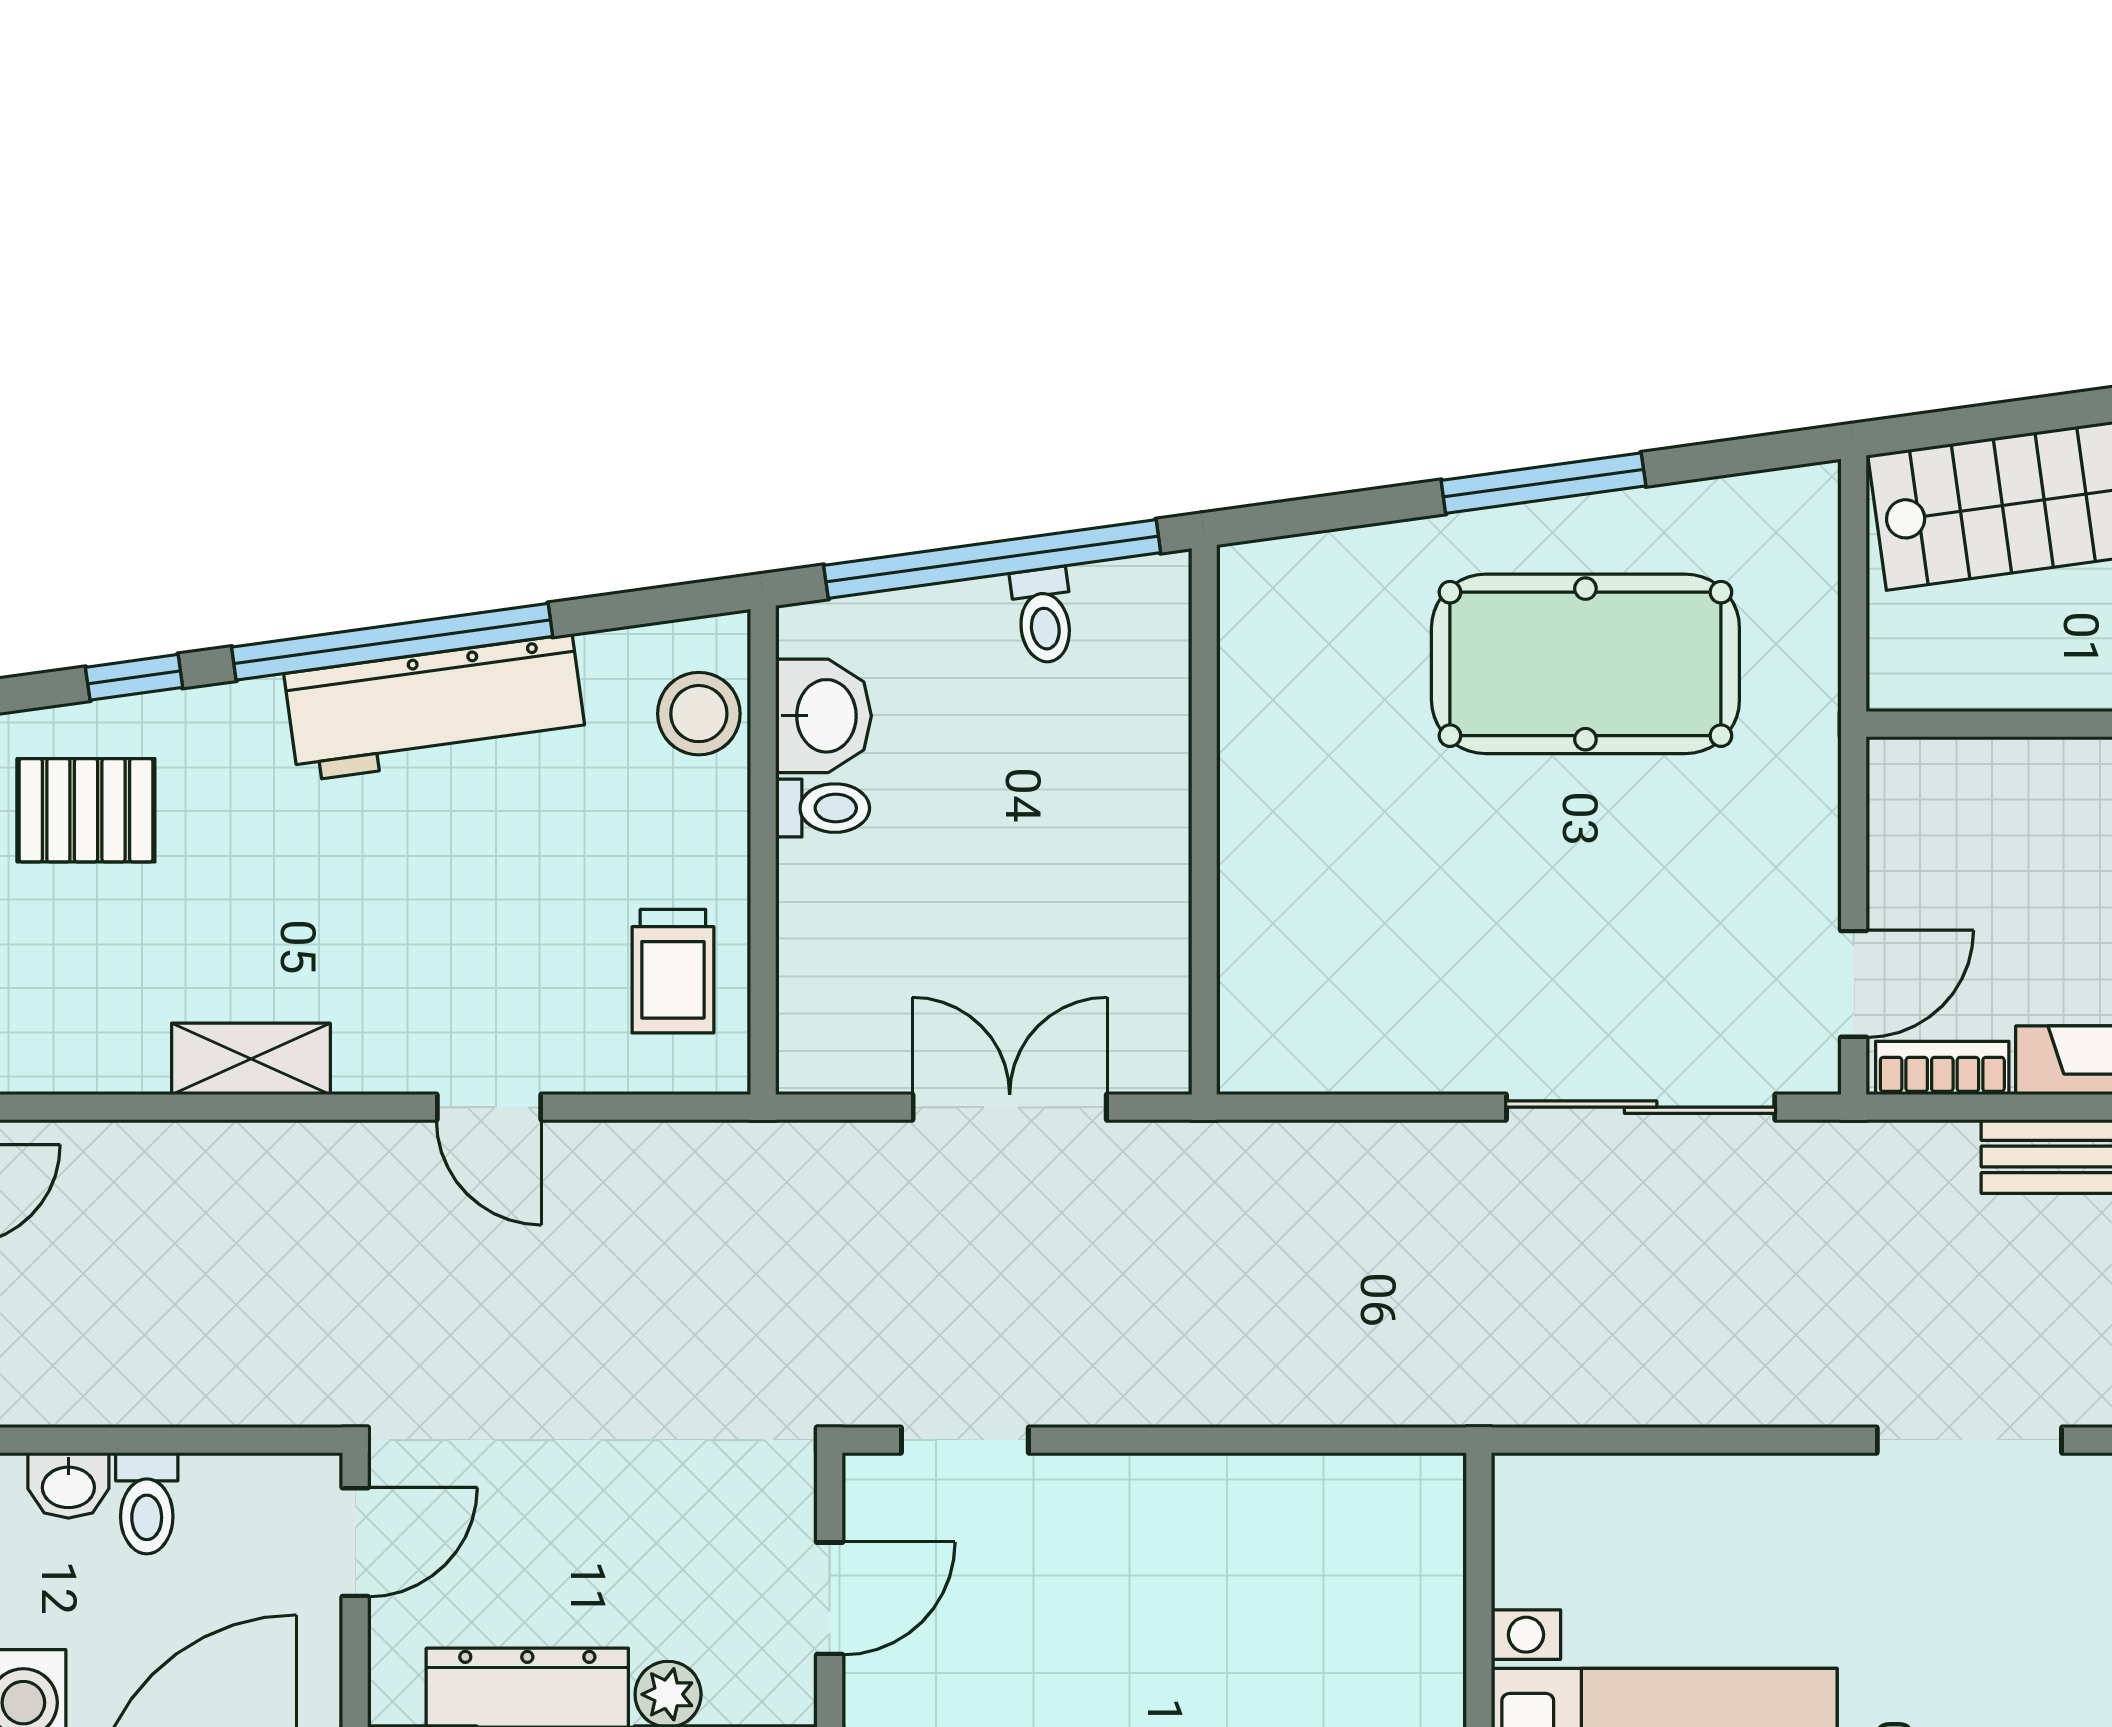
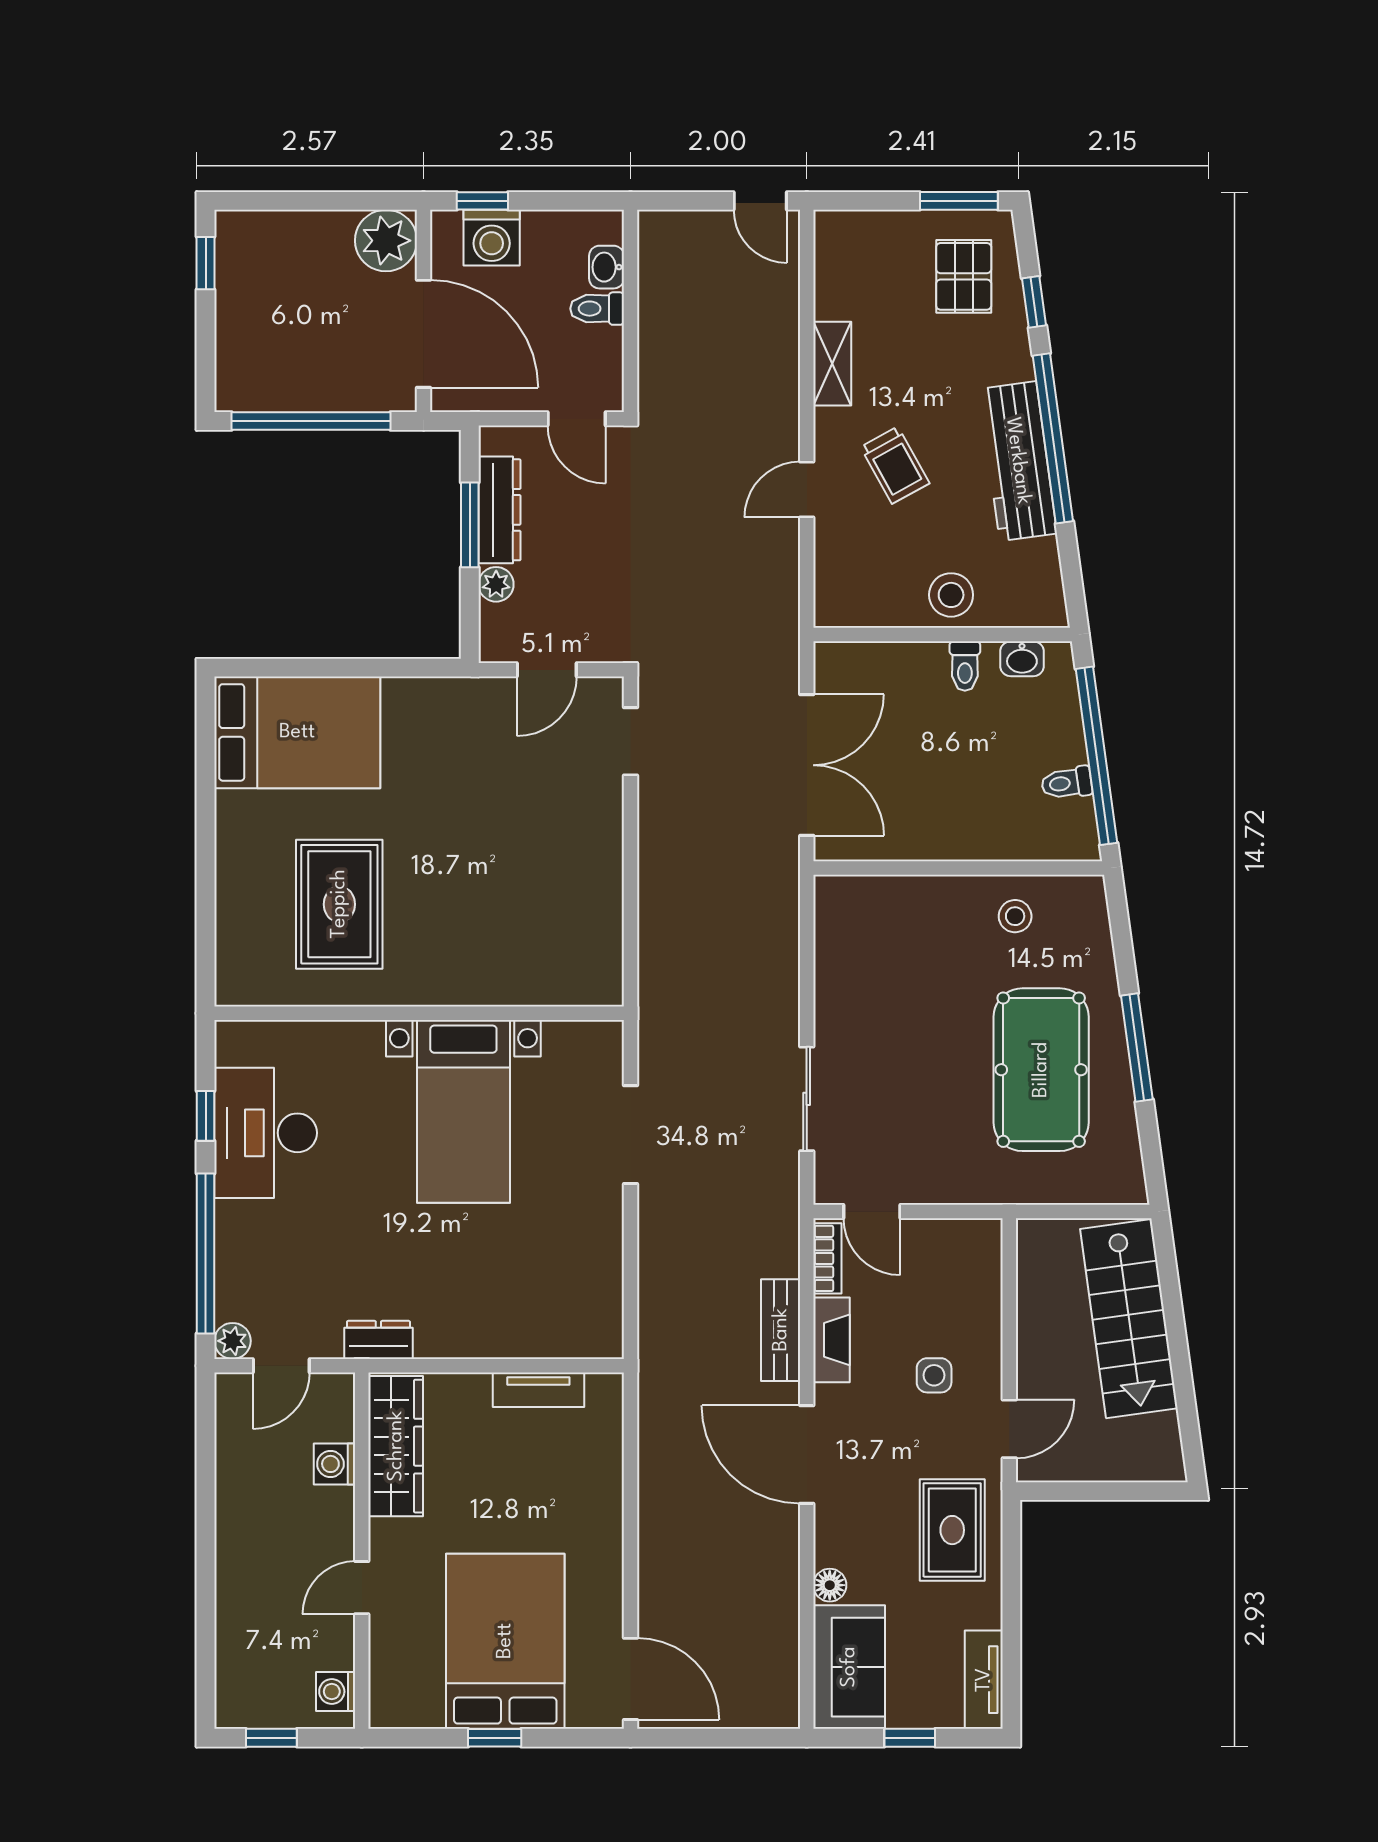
stool: (1295, 713) -> (1015, 916), added
stool: (699, 714) -> (951, 595), moved
washbasin: (824, 716) -> (1022, 659), width x0.72, depth x0.69
trolley: (673, 971) -> (895, 465), moved, turned -119
double door: (1010, 1107) -> (807, 765), width x1.37
sliding door: (1641, 1107) -> (807, 1099), width x0.73
doorway: (1969, 1440) -> (630, 1135), moved
door: (830, 1598) -> (547, 670), hinge flipped

